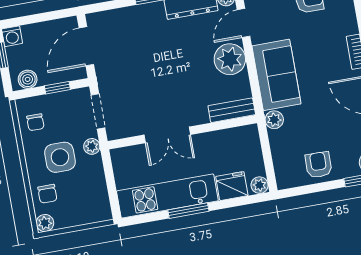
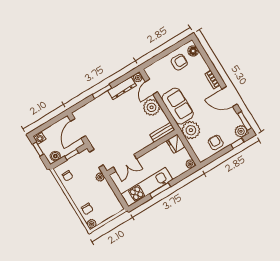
plant: (274, 120) -> (191, 130), width x1.87, depth x1.87
double door: (167, 135) -> (125, 163), moved
side table: (60, 157) -> (86, 188), removed
fridge: (232, 186) -> (176, 144), moved, turned -90

